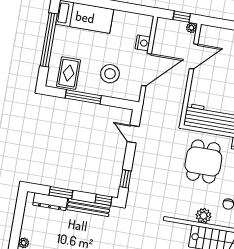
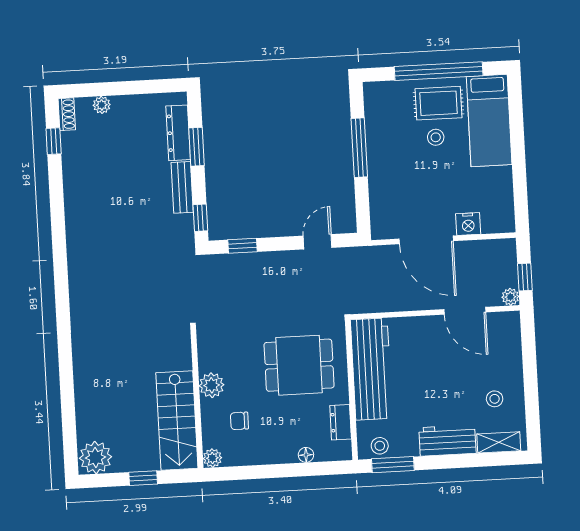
rug: (69, 73) -> (439, 103), moved
stool: (110, 74) -> (436, 137), moved, width x0.53, depth x0.53
bench: (89, 208) -> (182, 187), width x0.73

